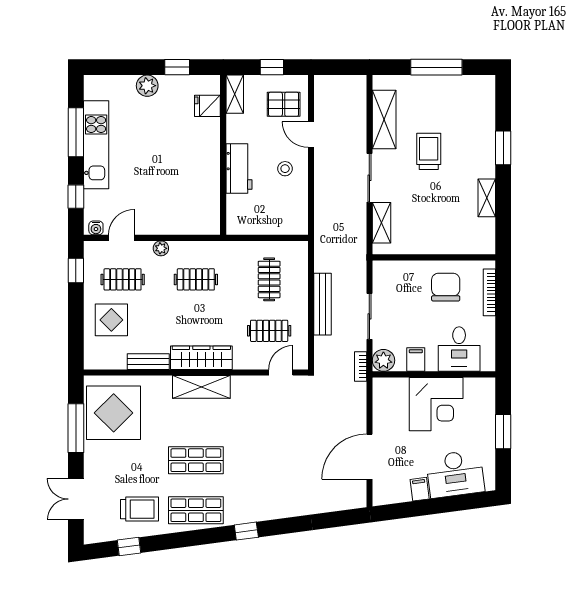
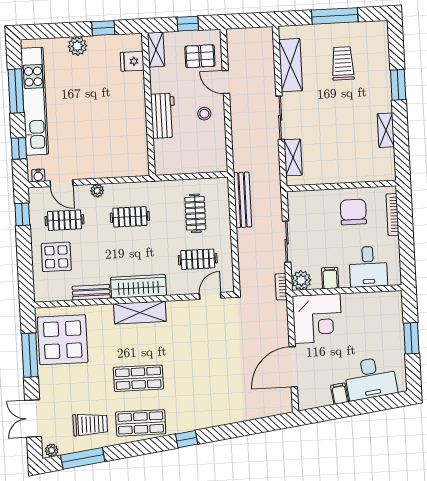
kitchen unit: (96, 145) -> (34, 101), width x1.36
trolley: (429, 151) -> (343, 63), moved
door: (121, 238) -> (62, 183), swing flipped
bench: (323, 304) -> (242, 200), moved
corner desk: (436, 404) -> (317, 319), moved
plant: (95, 536) -> (52, 450), added
window: (129, 547) -> (83, 458), width x2.17

